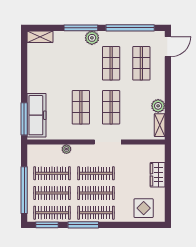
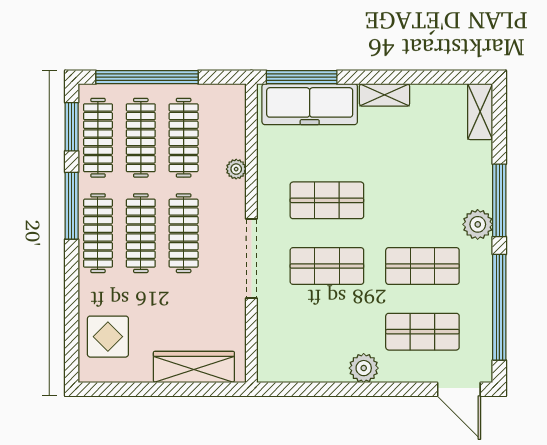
plant: (158, 106) -> (364, 368), moved
shelving: (160, 125) -> (385, 95), moved
doorway: (108, 142) -> (251, 259), width x1.36
wardrobe: (158, 175) -> (194, 367), width x1.50

